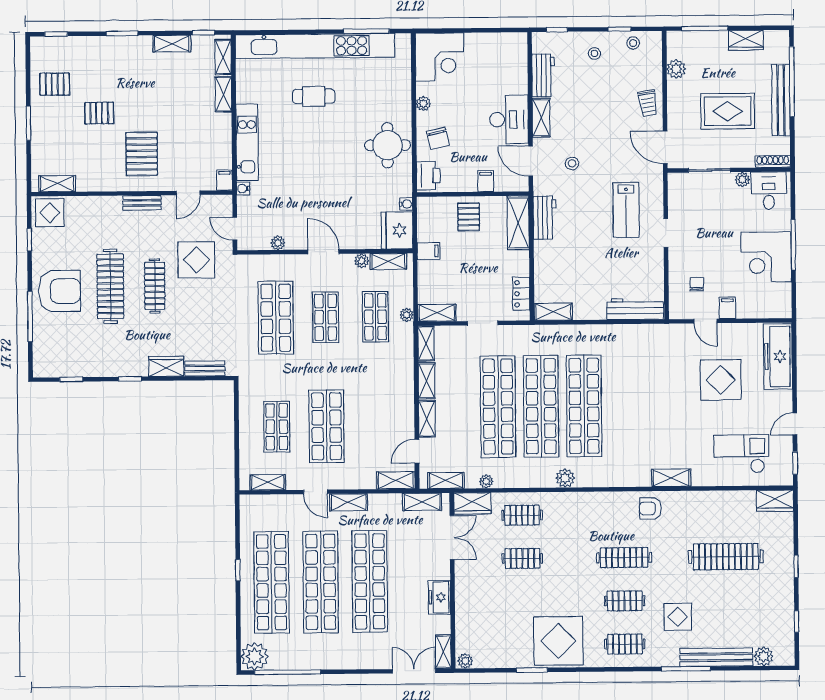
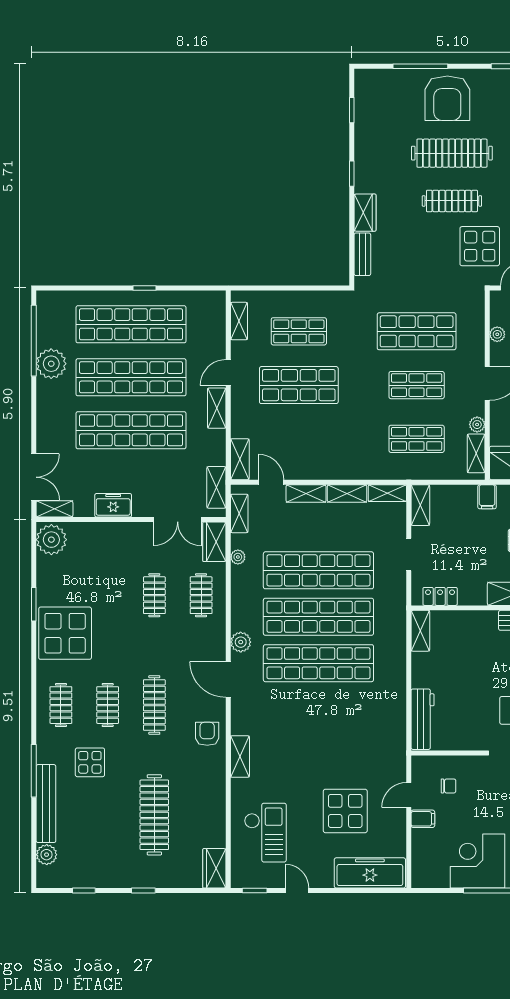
plant: (407, 315) -> (418, 473), removed
door: (600, 489) -> (228, 679), added
plant: (255, 656) -> (51, 364), moved
plant: (465, 661) -> (51, 540), width x1.88, depth x1.88

